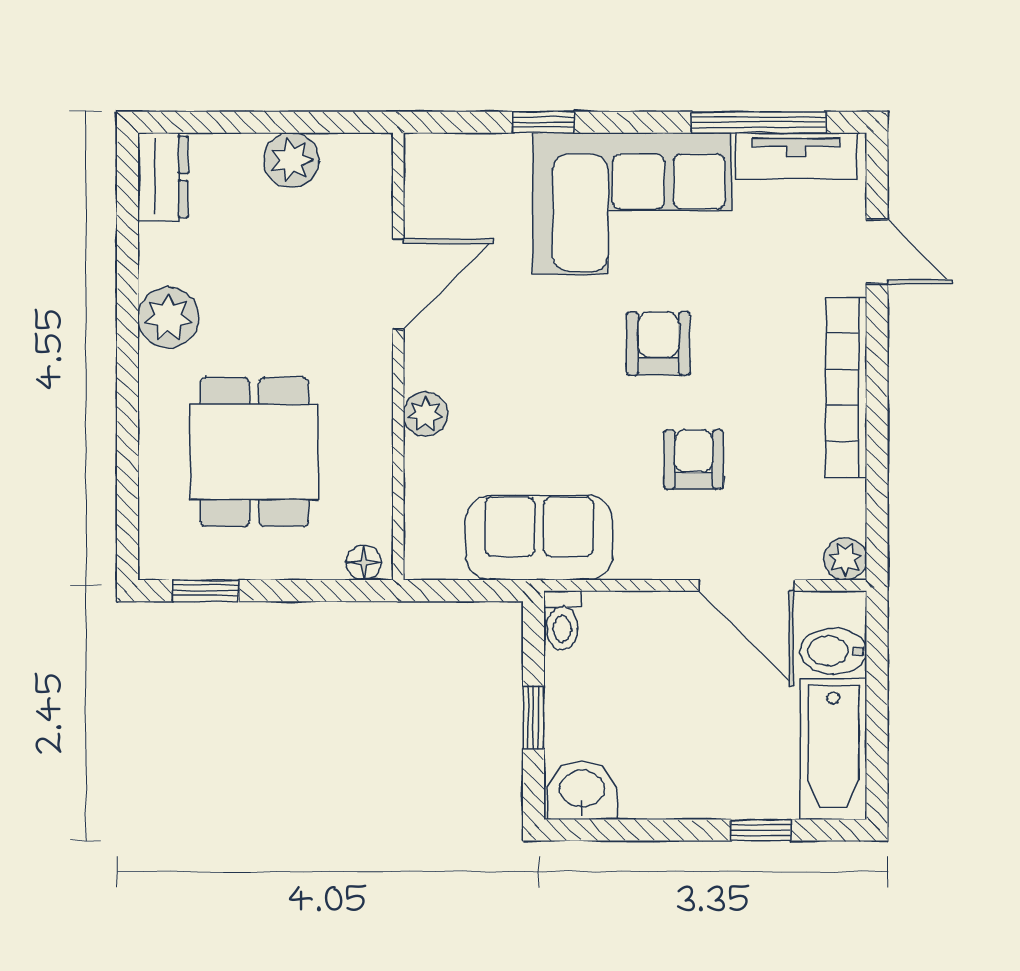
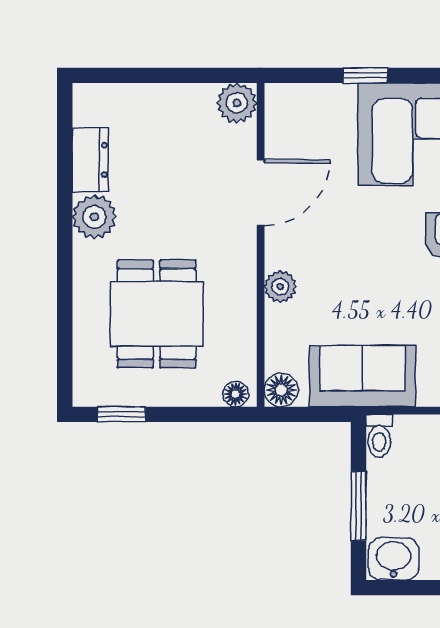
plant: (291, 160) -> (237, 103), moved
dresser: (163, 177) -> (90, 160), moved
floor lamp: (427, 557) -> (281, 390), added
window: (534, 717) -> (359, 506), width x1.50

